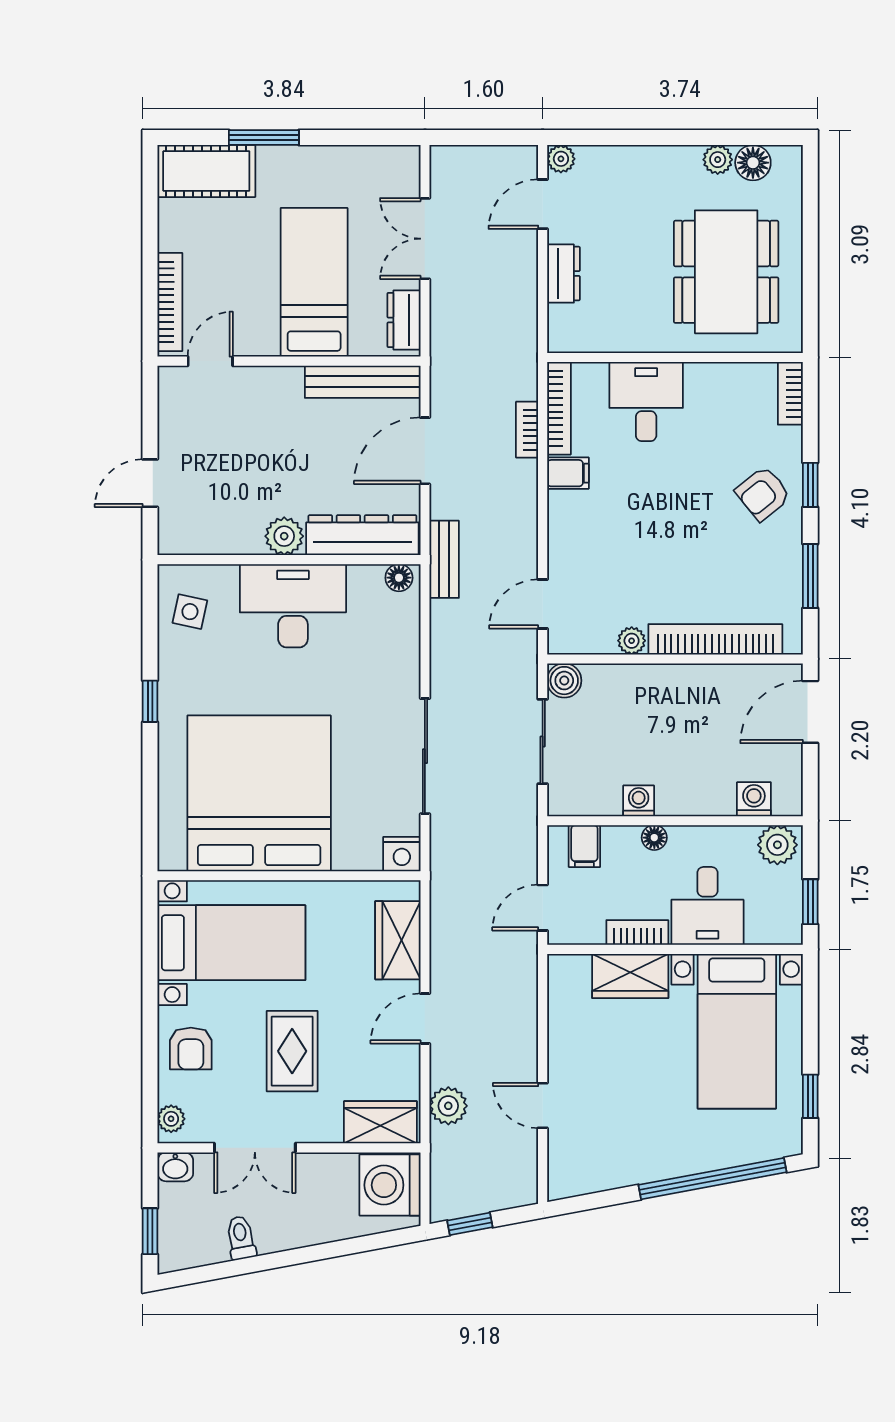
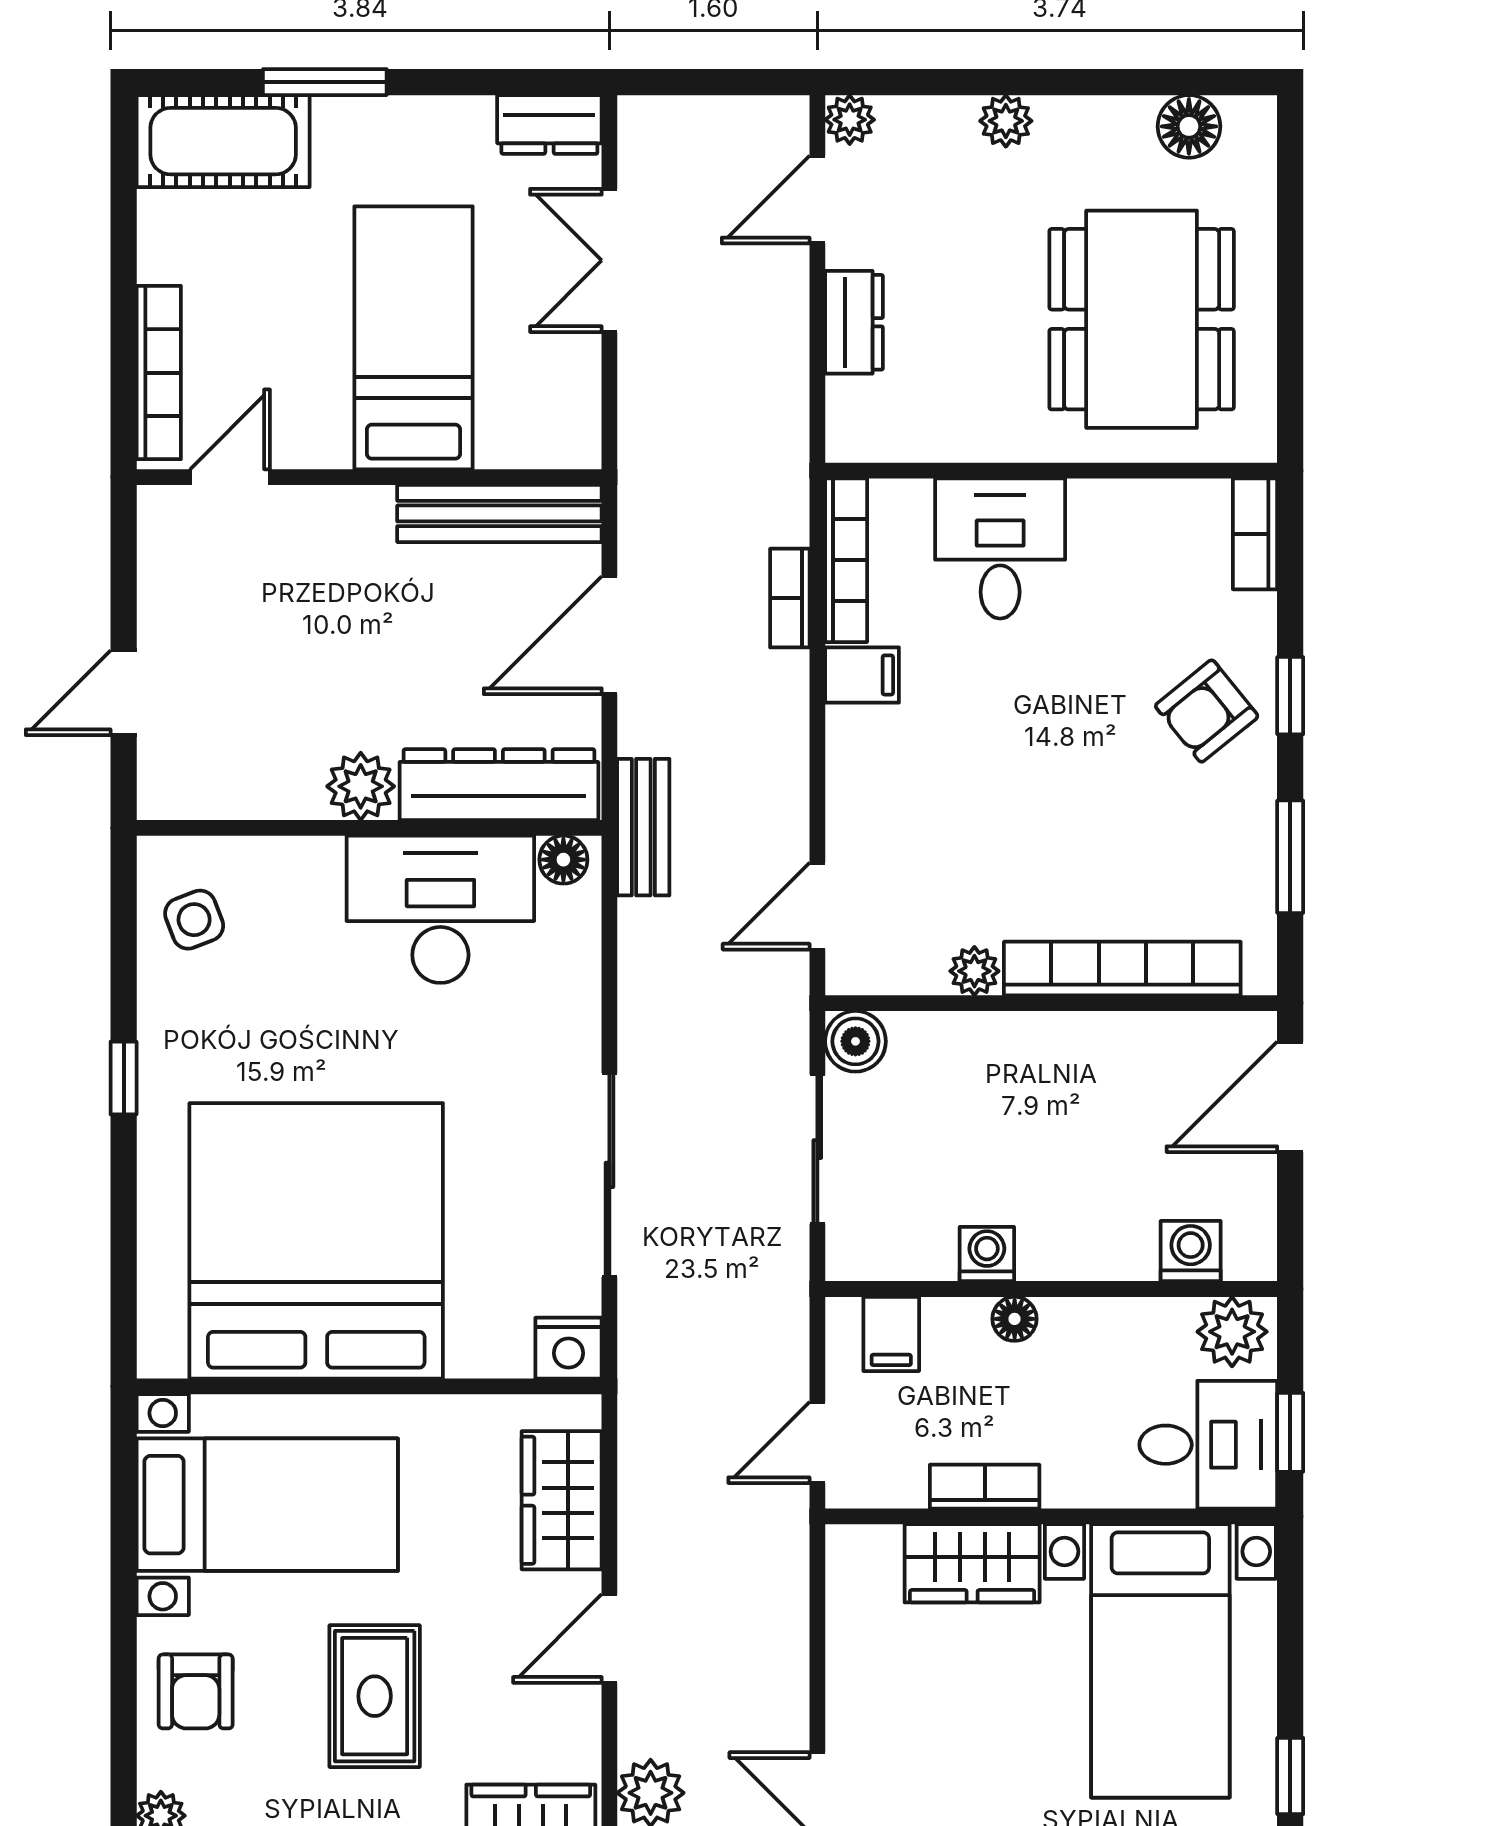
plant: (718, 160) -> (1006, 121), moved
dresser: (404, 320) -> (549, 124), moved, turned -90
desk: (293, 606) -> (440, 909), moved
side table: (190, 612) -> (194, 920), turned -33
desk: (707, 906) -> (1208, 1445), moved, turned -90

